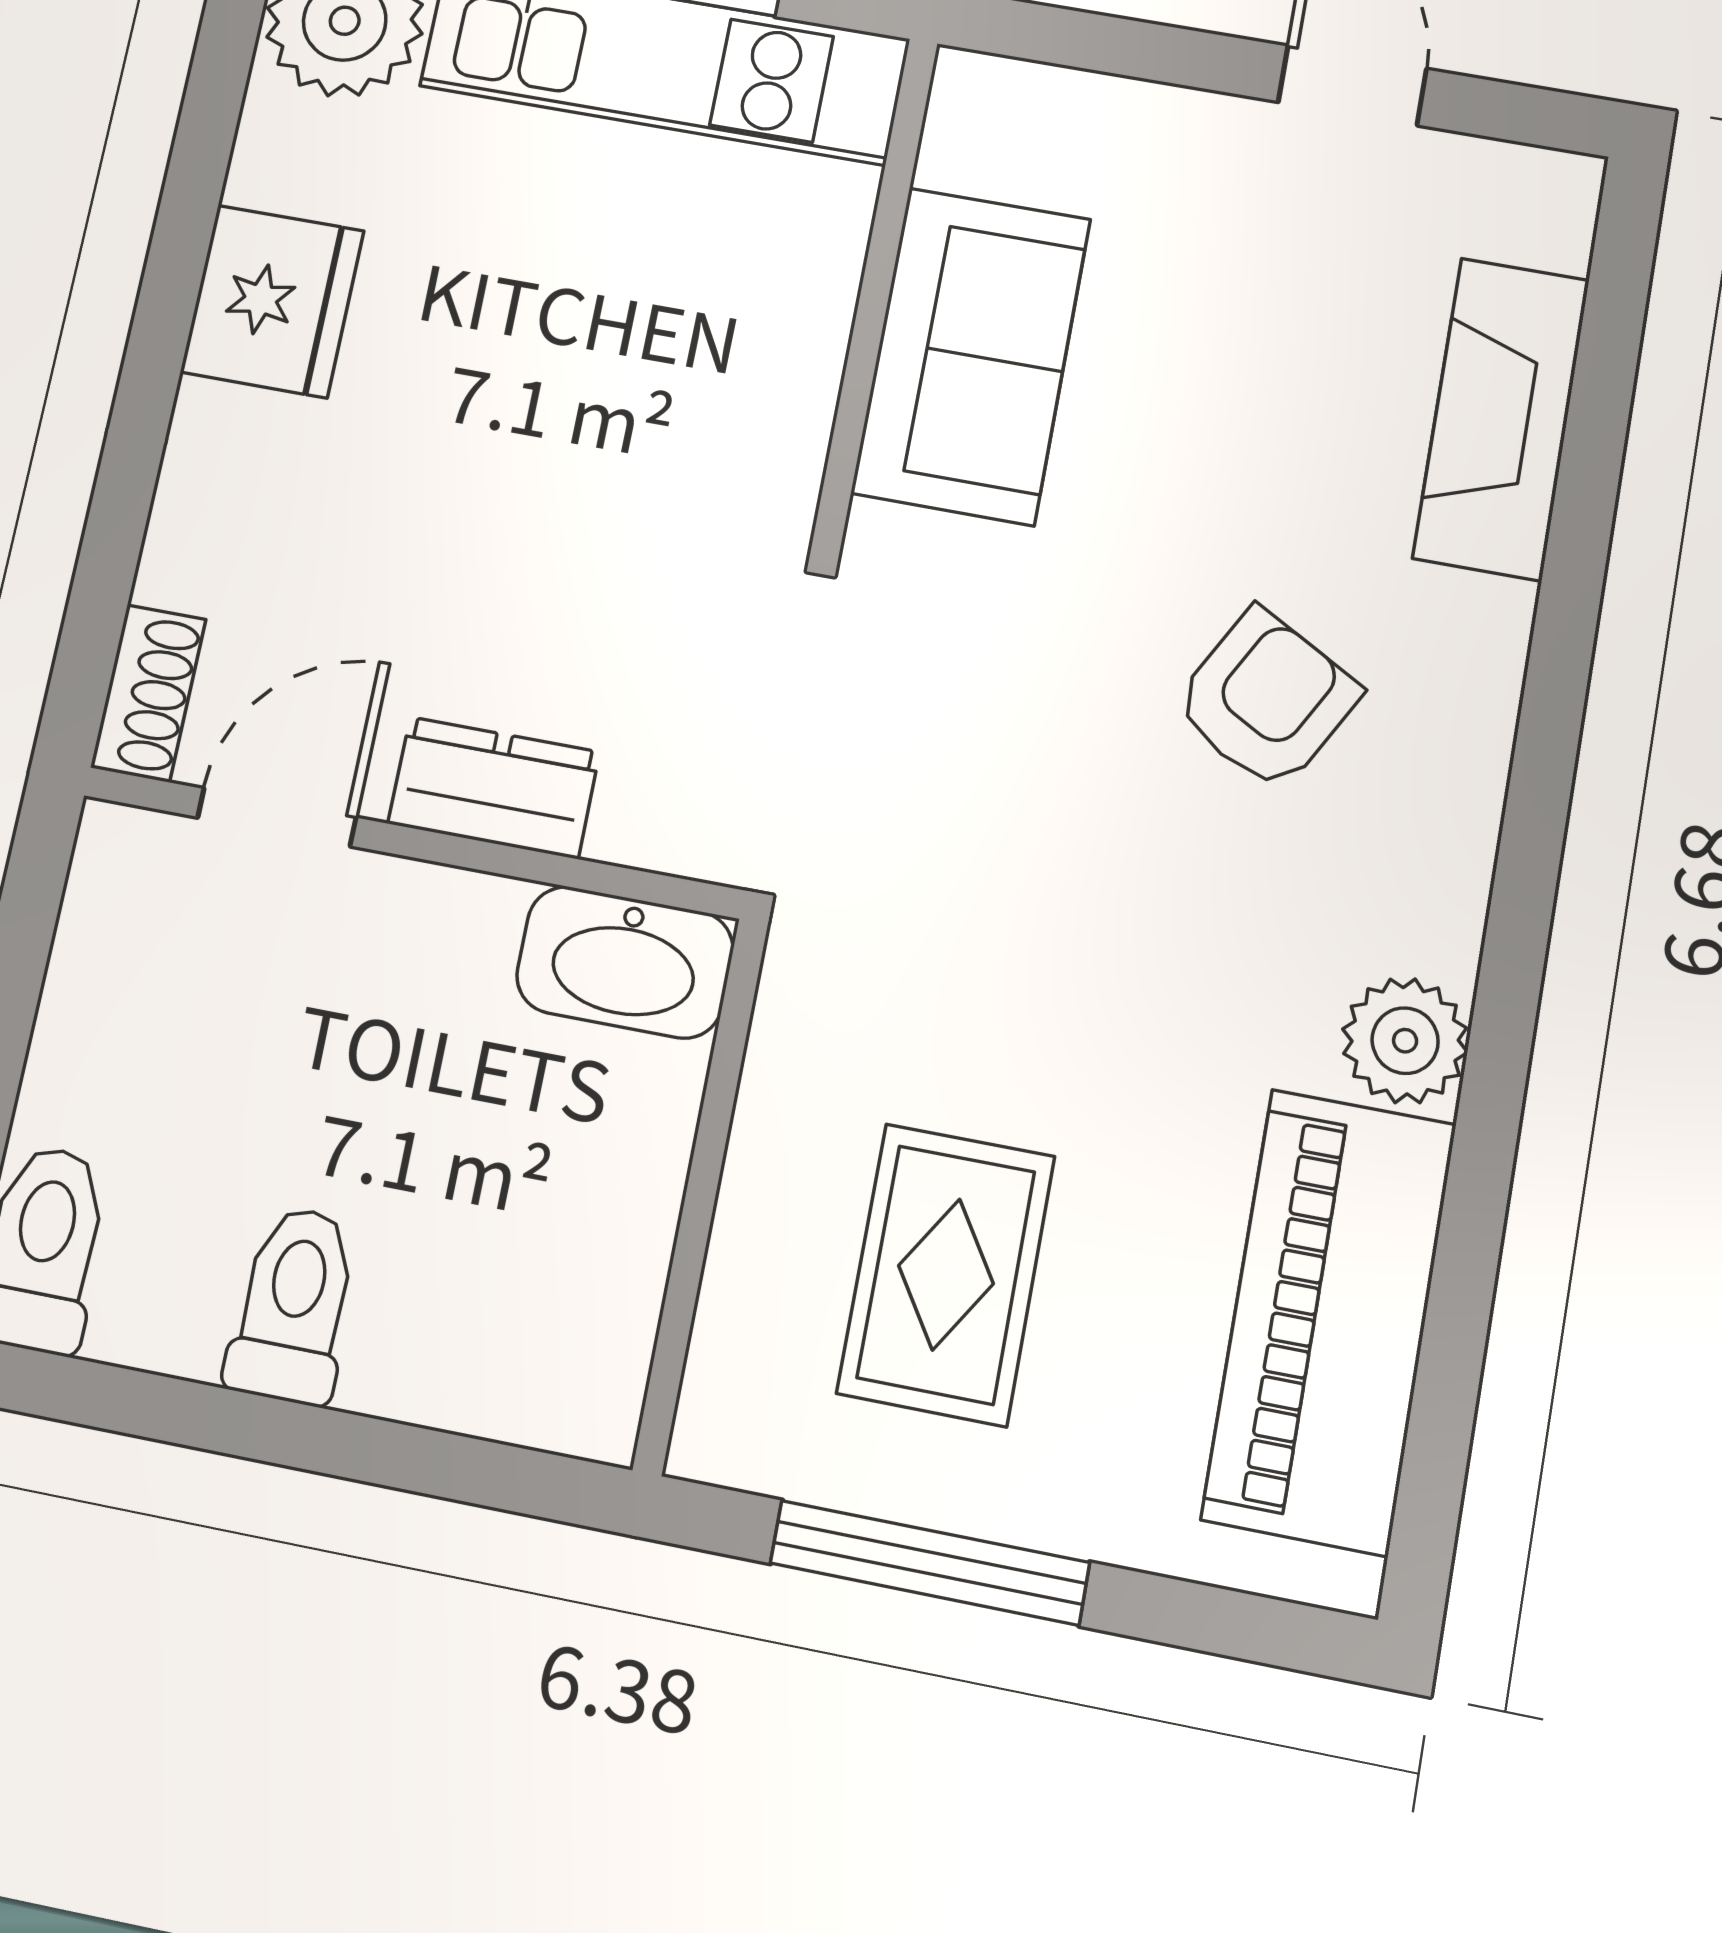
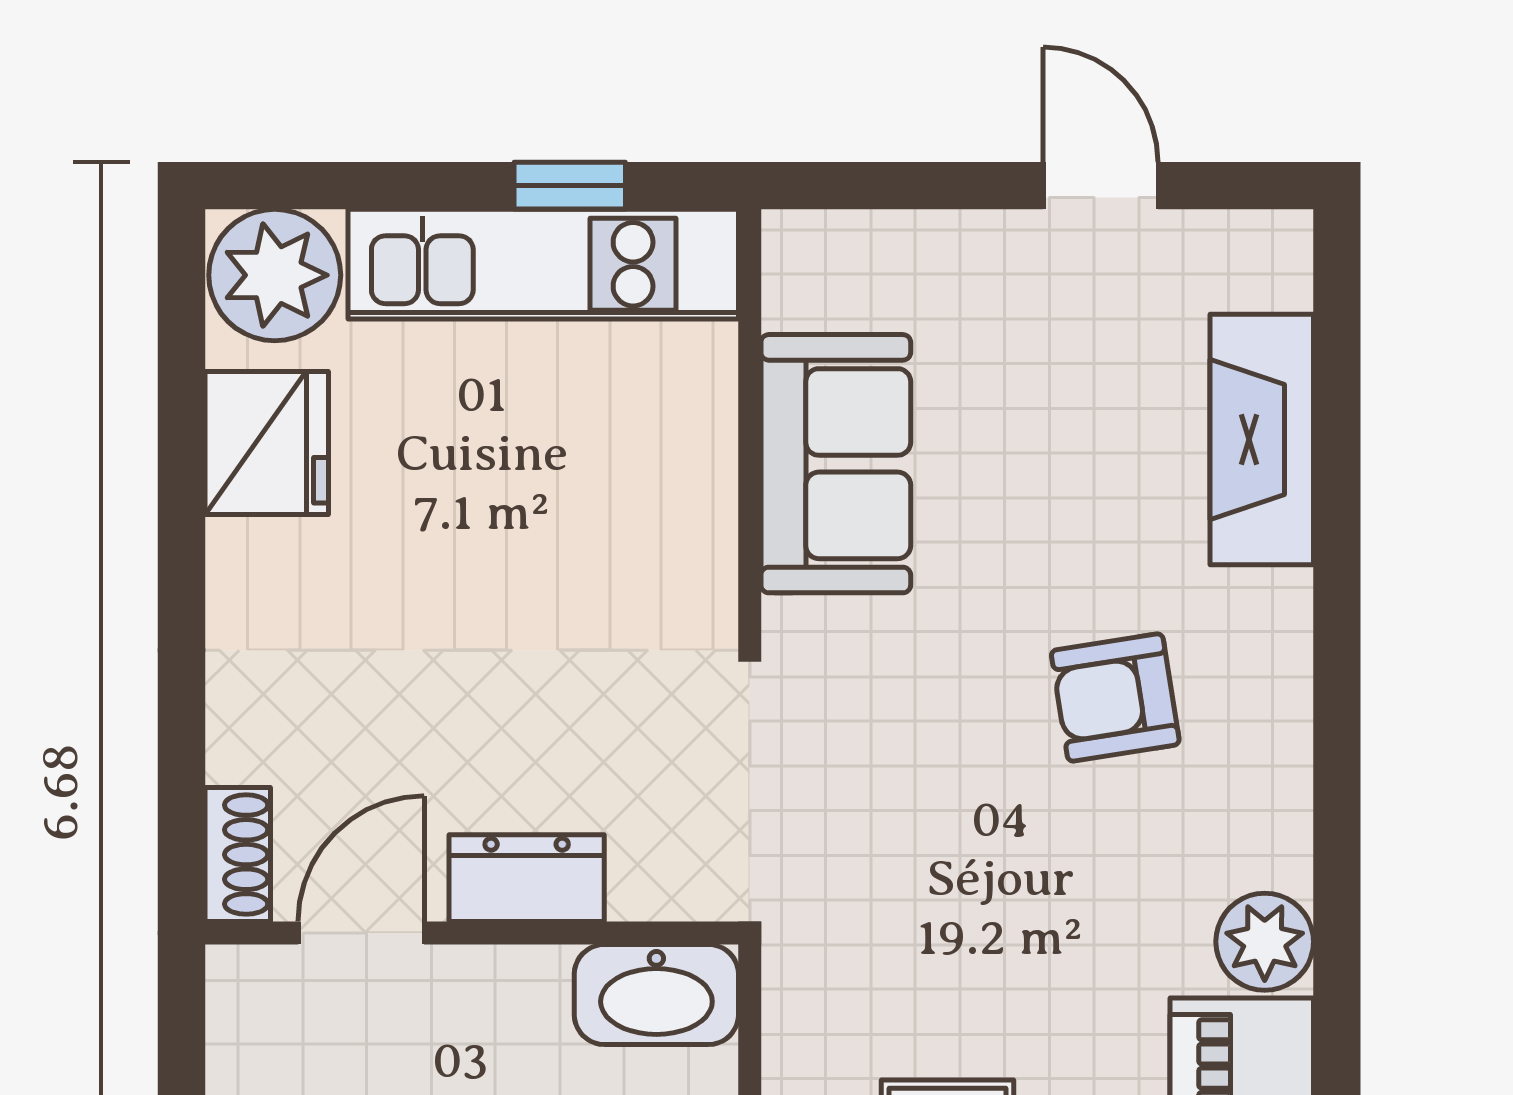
fridge: (272, 301) -> (267, 443), moved
armchair: (1266, 700) -> (1115, 697), turned -128

